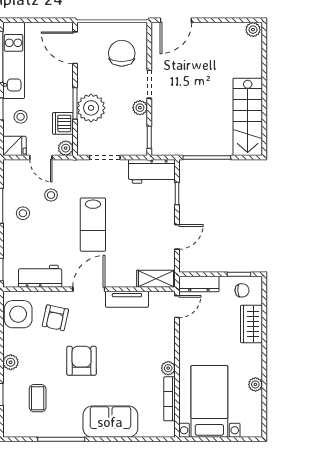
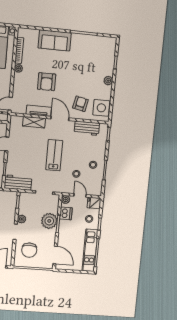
shelving: (156, 279) -> (34, 122), moved
door: (89, 289) -> (60, 118), swing flipped
armchair: (82, 361) -> (47, 82), moved
coffee table: (38, 398) -> (95, 58), removed

